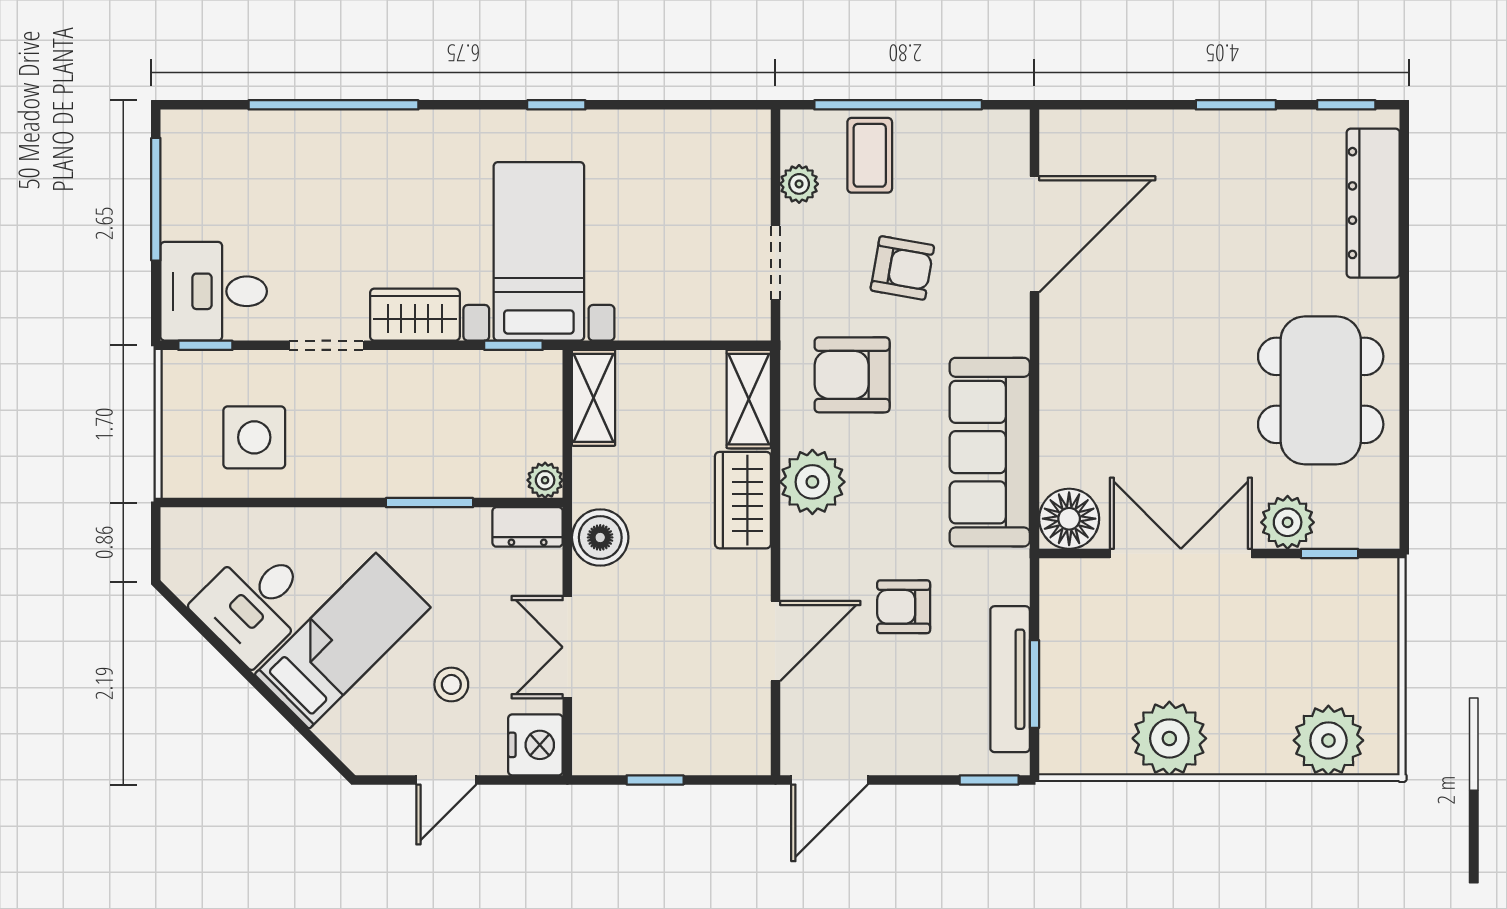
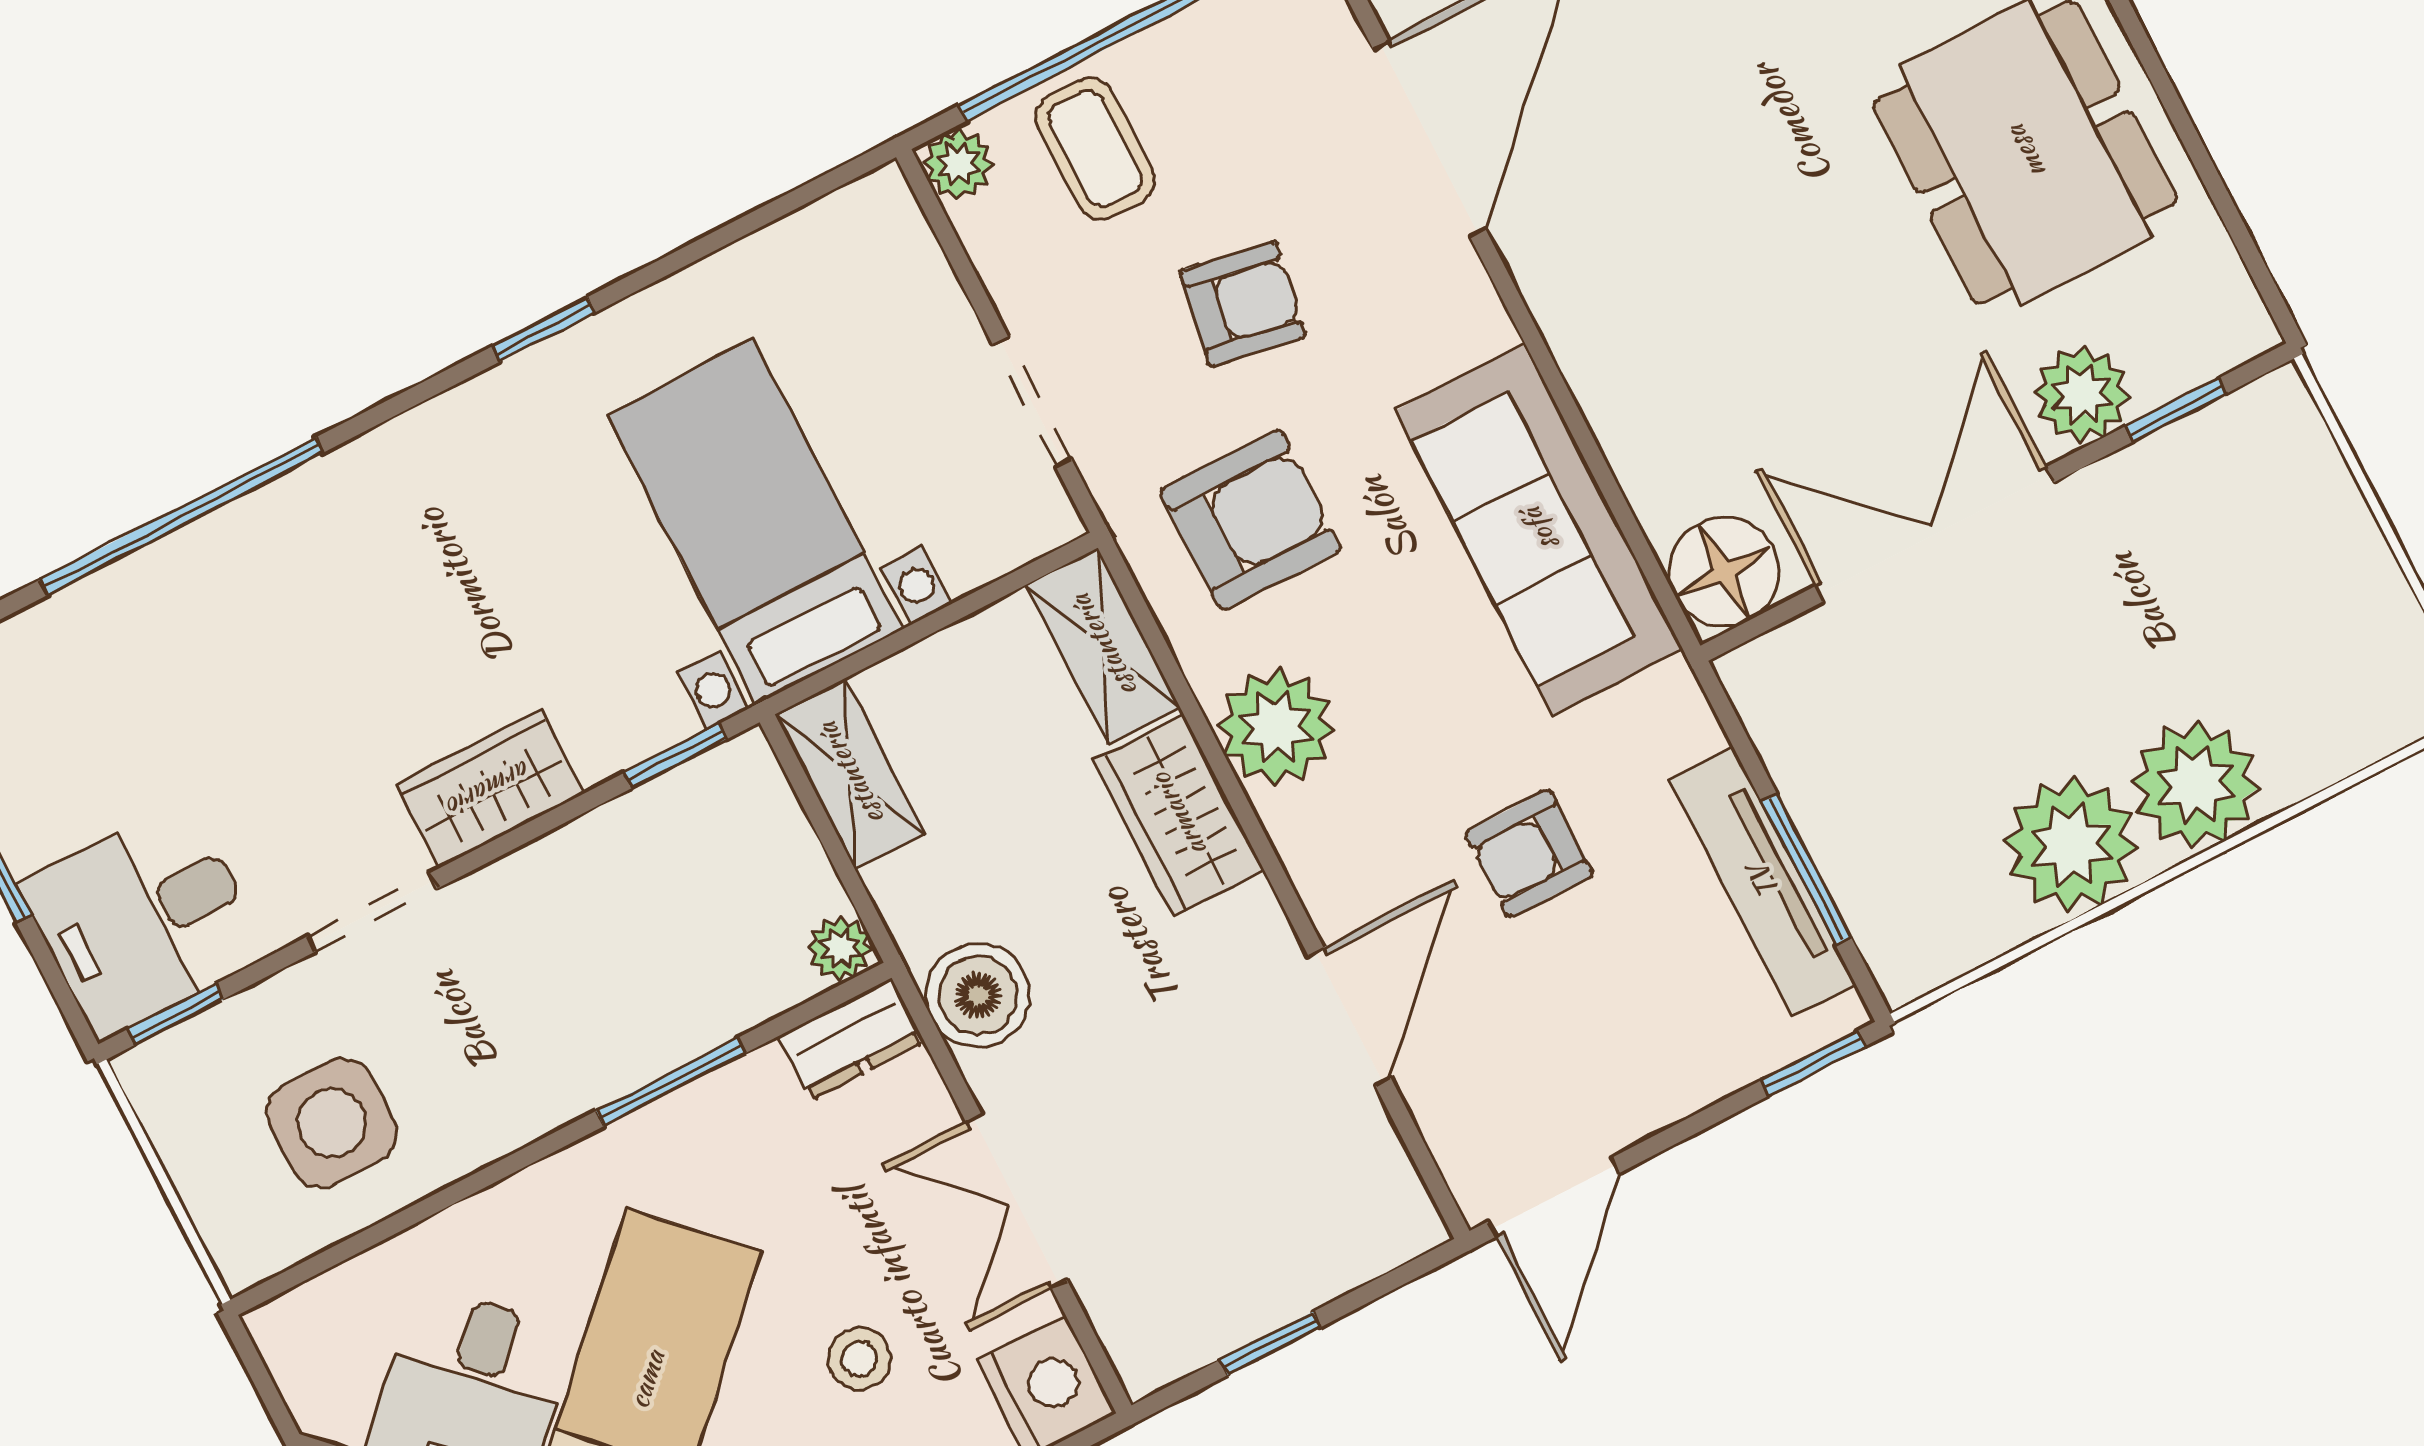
plant: (799, 184) -> (958, 164), moved
bed with nightstands: (539, 251) -> (755, 522), moved
armchair: (852, 375) -> (1251, 520), turned 180
plant: (1328, 740) -> (2195, 785), moved

